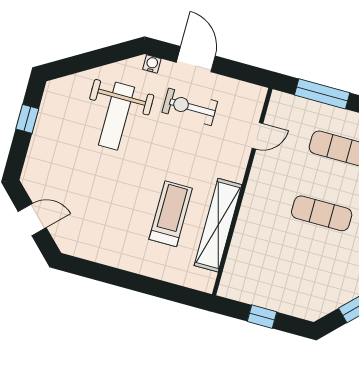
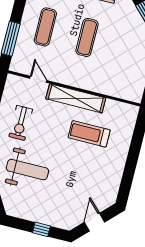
window: (27, 119) -> (41, 229), moved
shelving: (218, 225) -> (76, 98), moved

